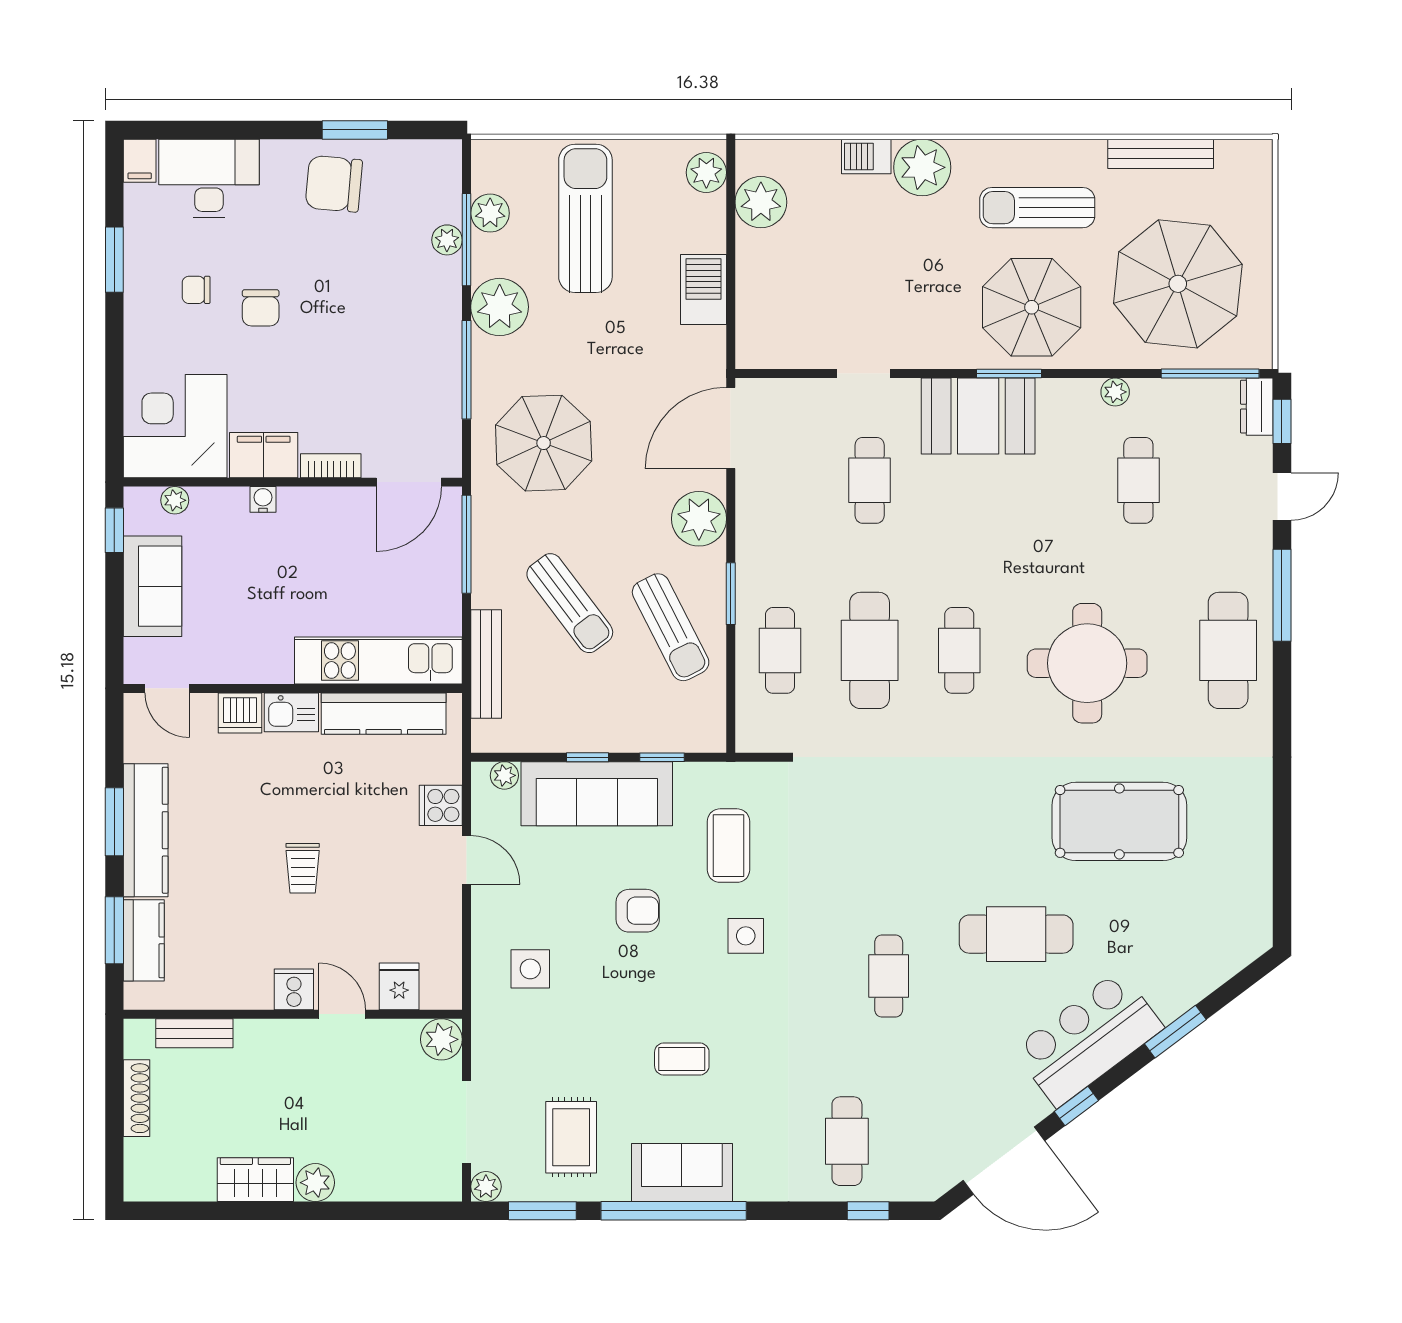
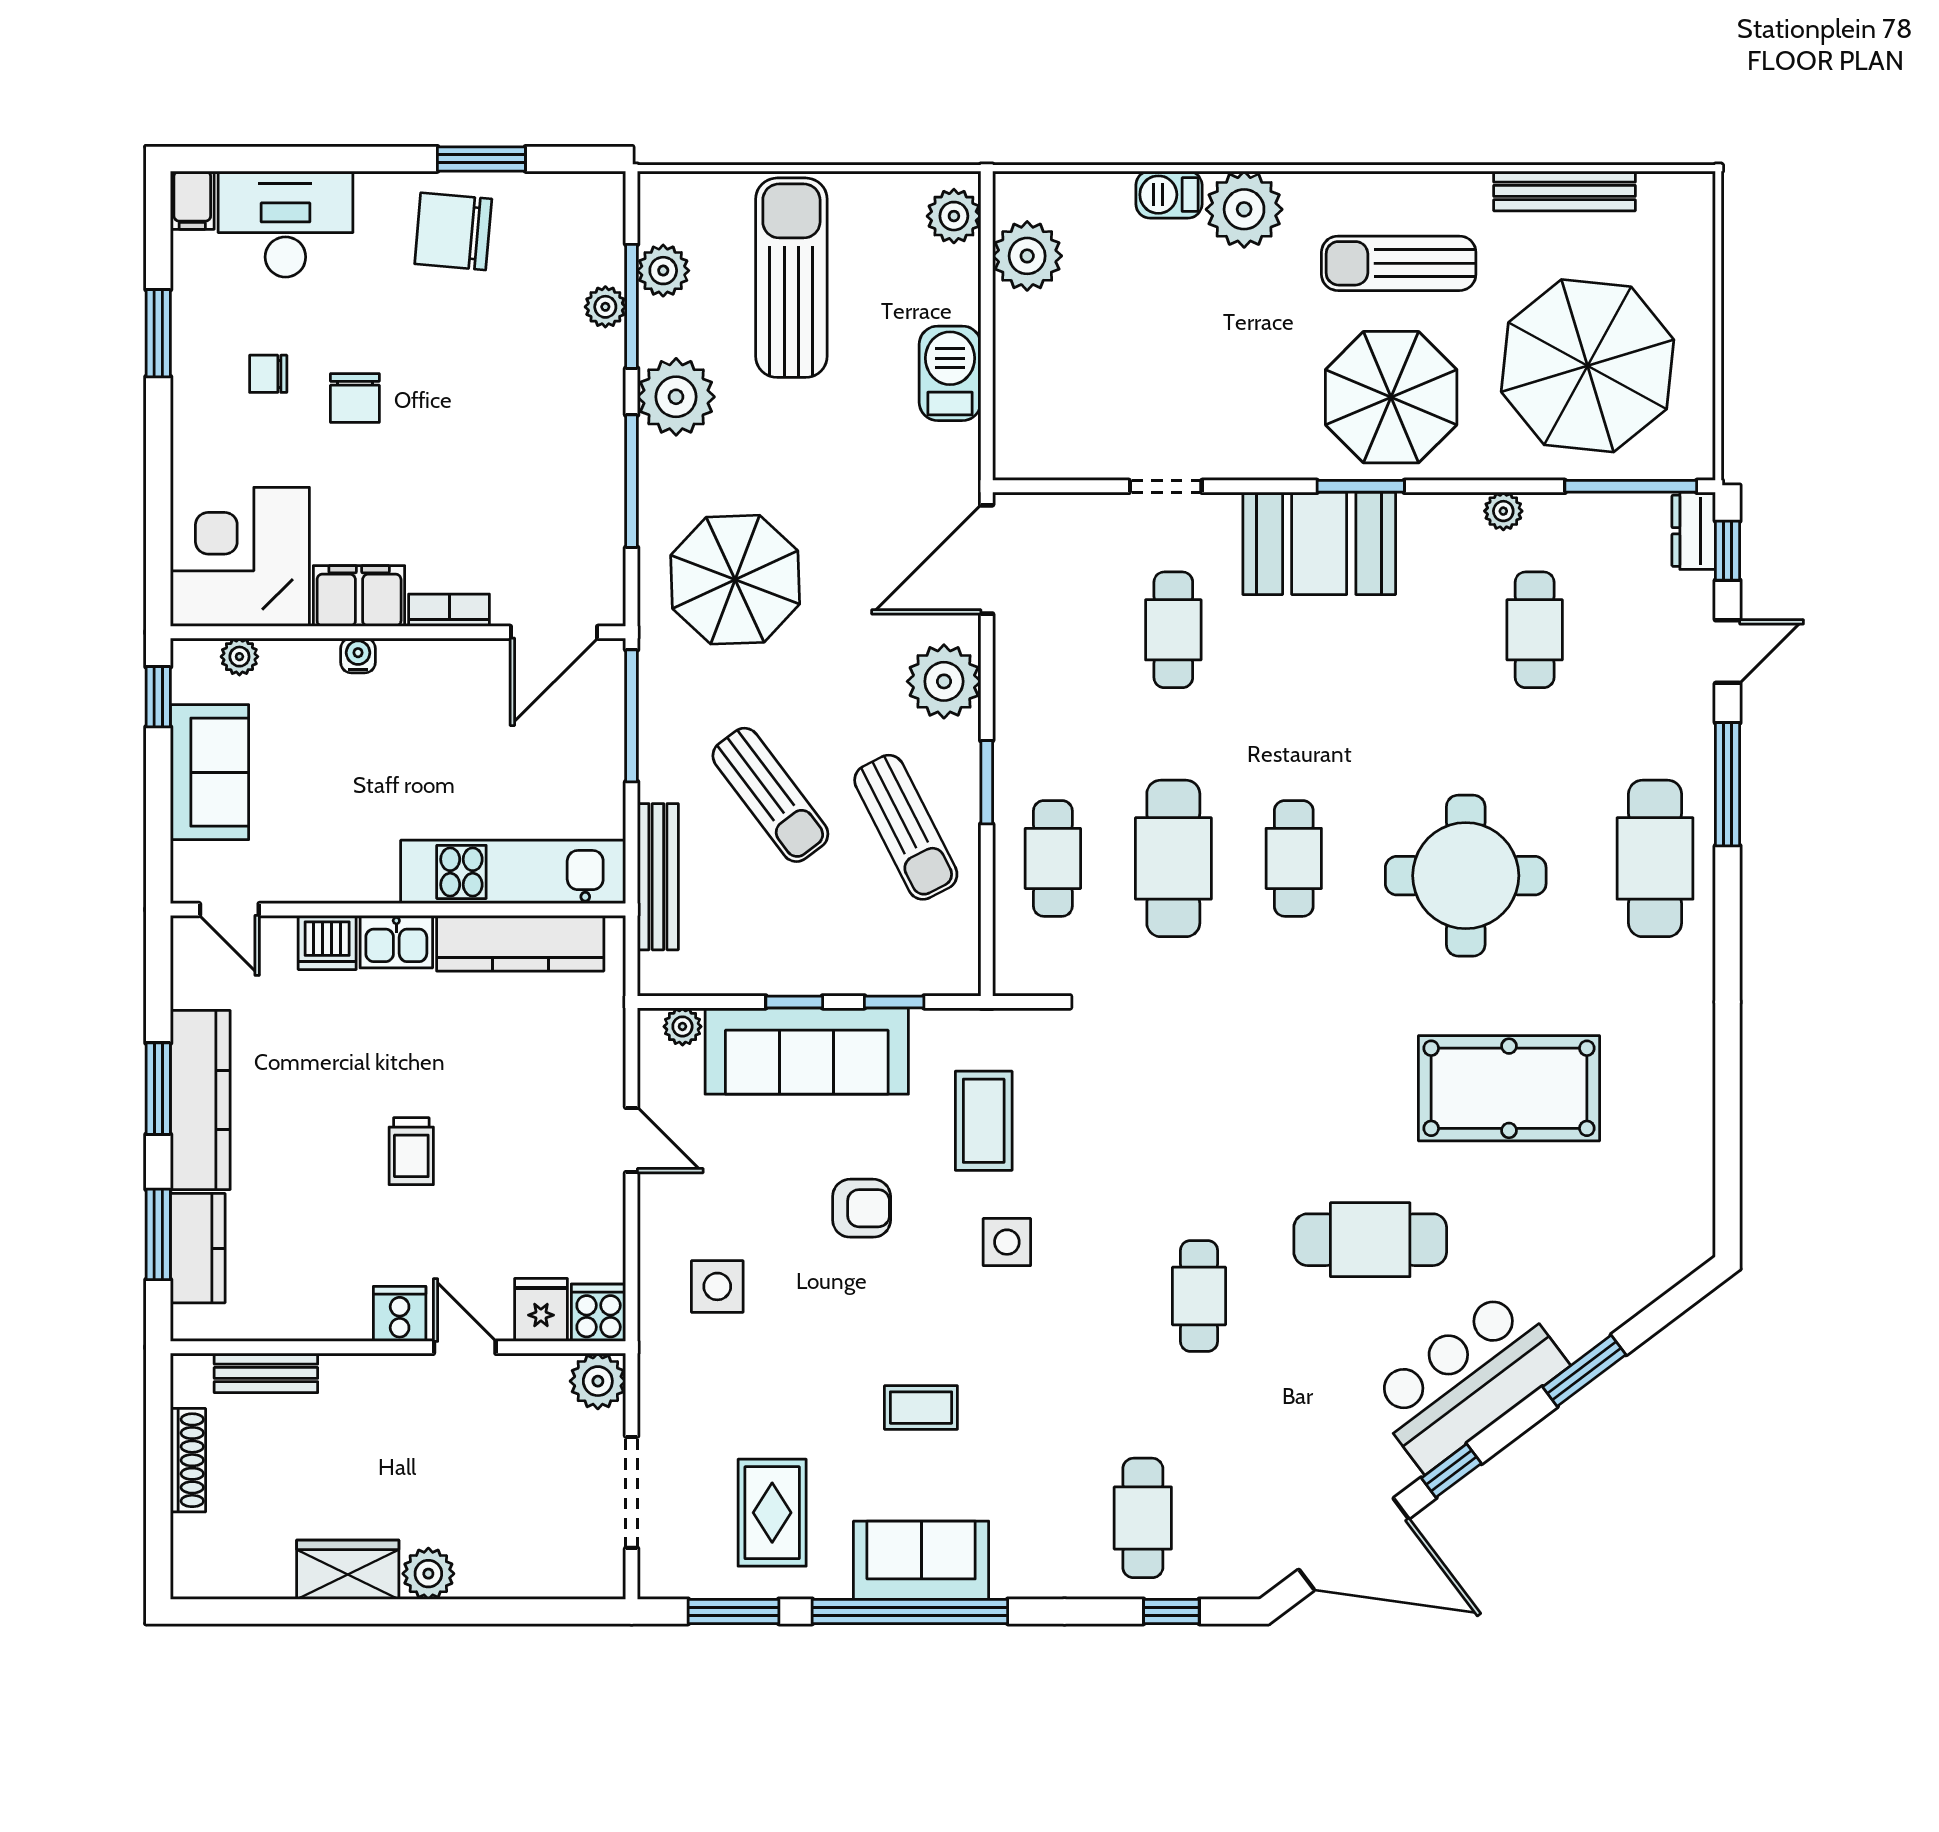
cooker: (441, 805) -> (599, 1313), moved, turned 90
plant: (486, 1187) -> (658, 1579), removed

